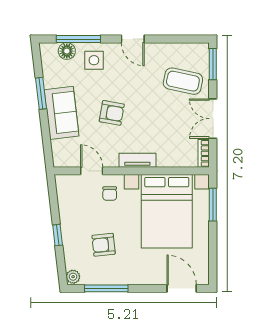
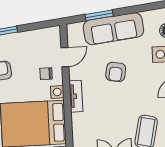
window: (41, 93) -> (99, 15), moved
sofa: (62, 113) -> (113, 29), width x1.36

